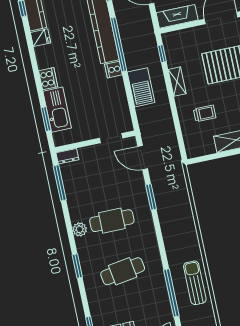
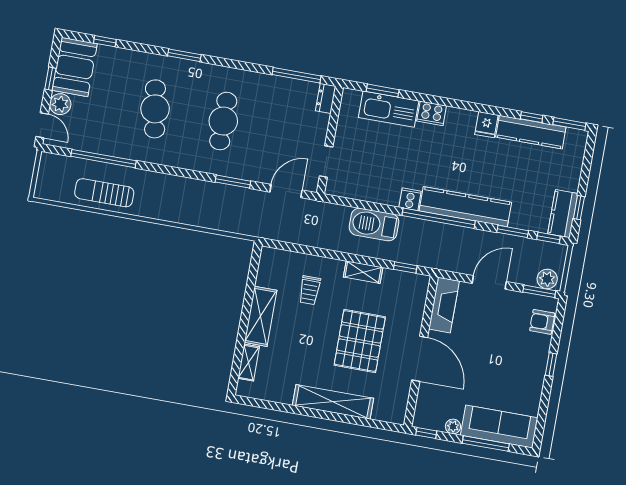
plant: (80, 229) -> (229, 77), removed
sun lounger: (195, 283) -> (104, 193), turned 180

